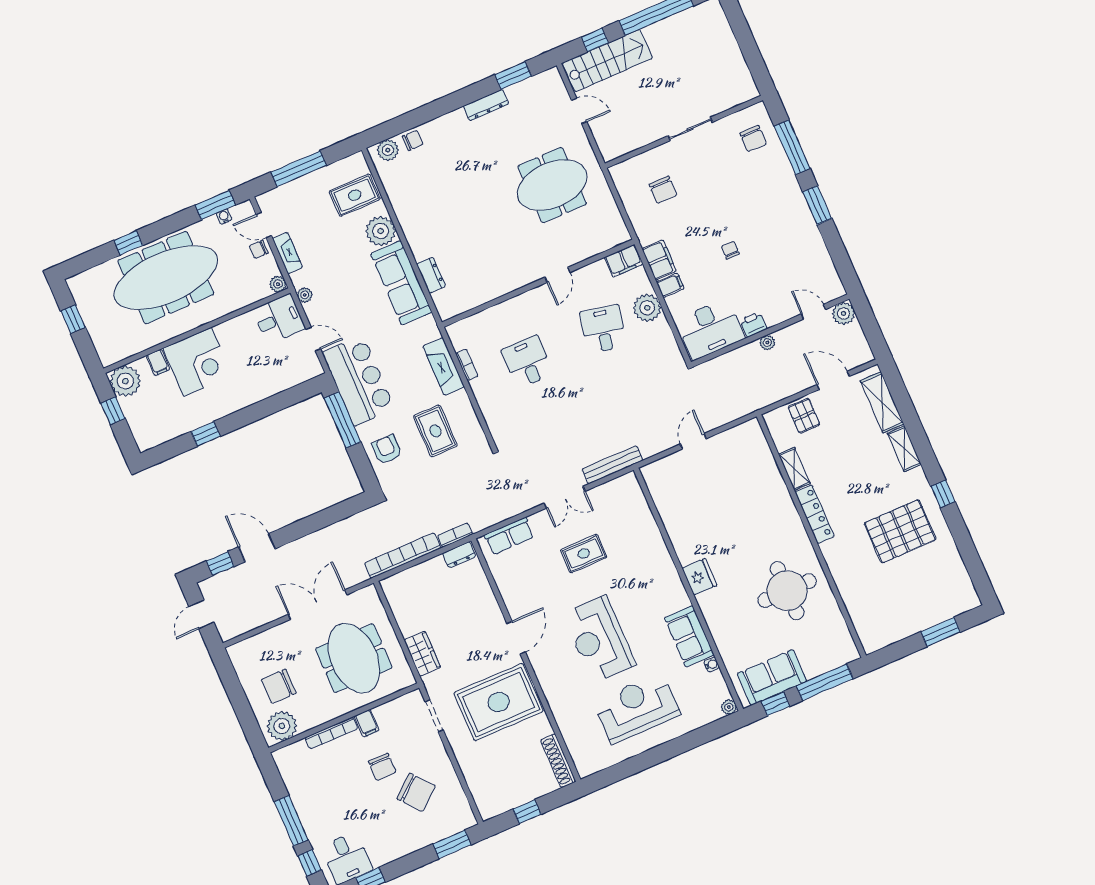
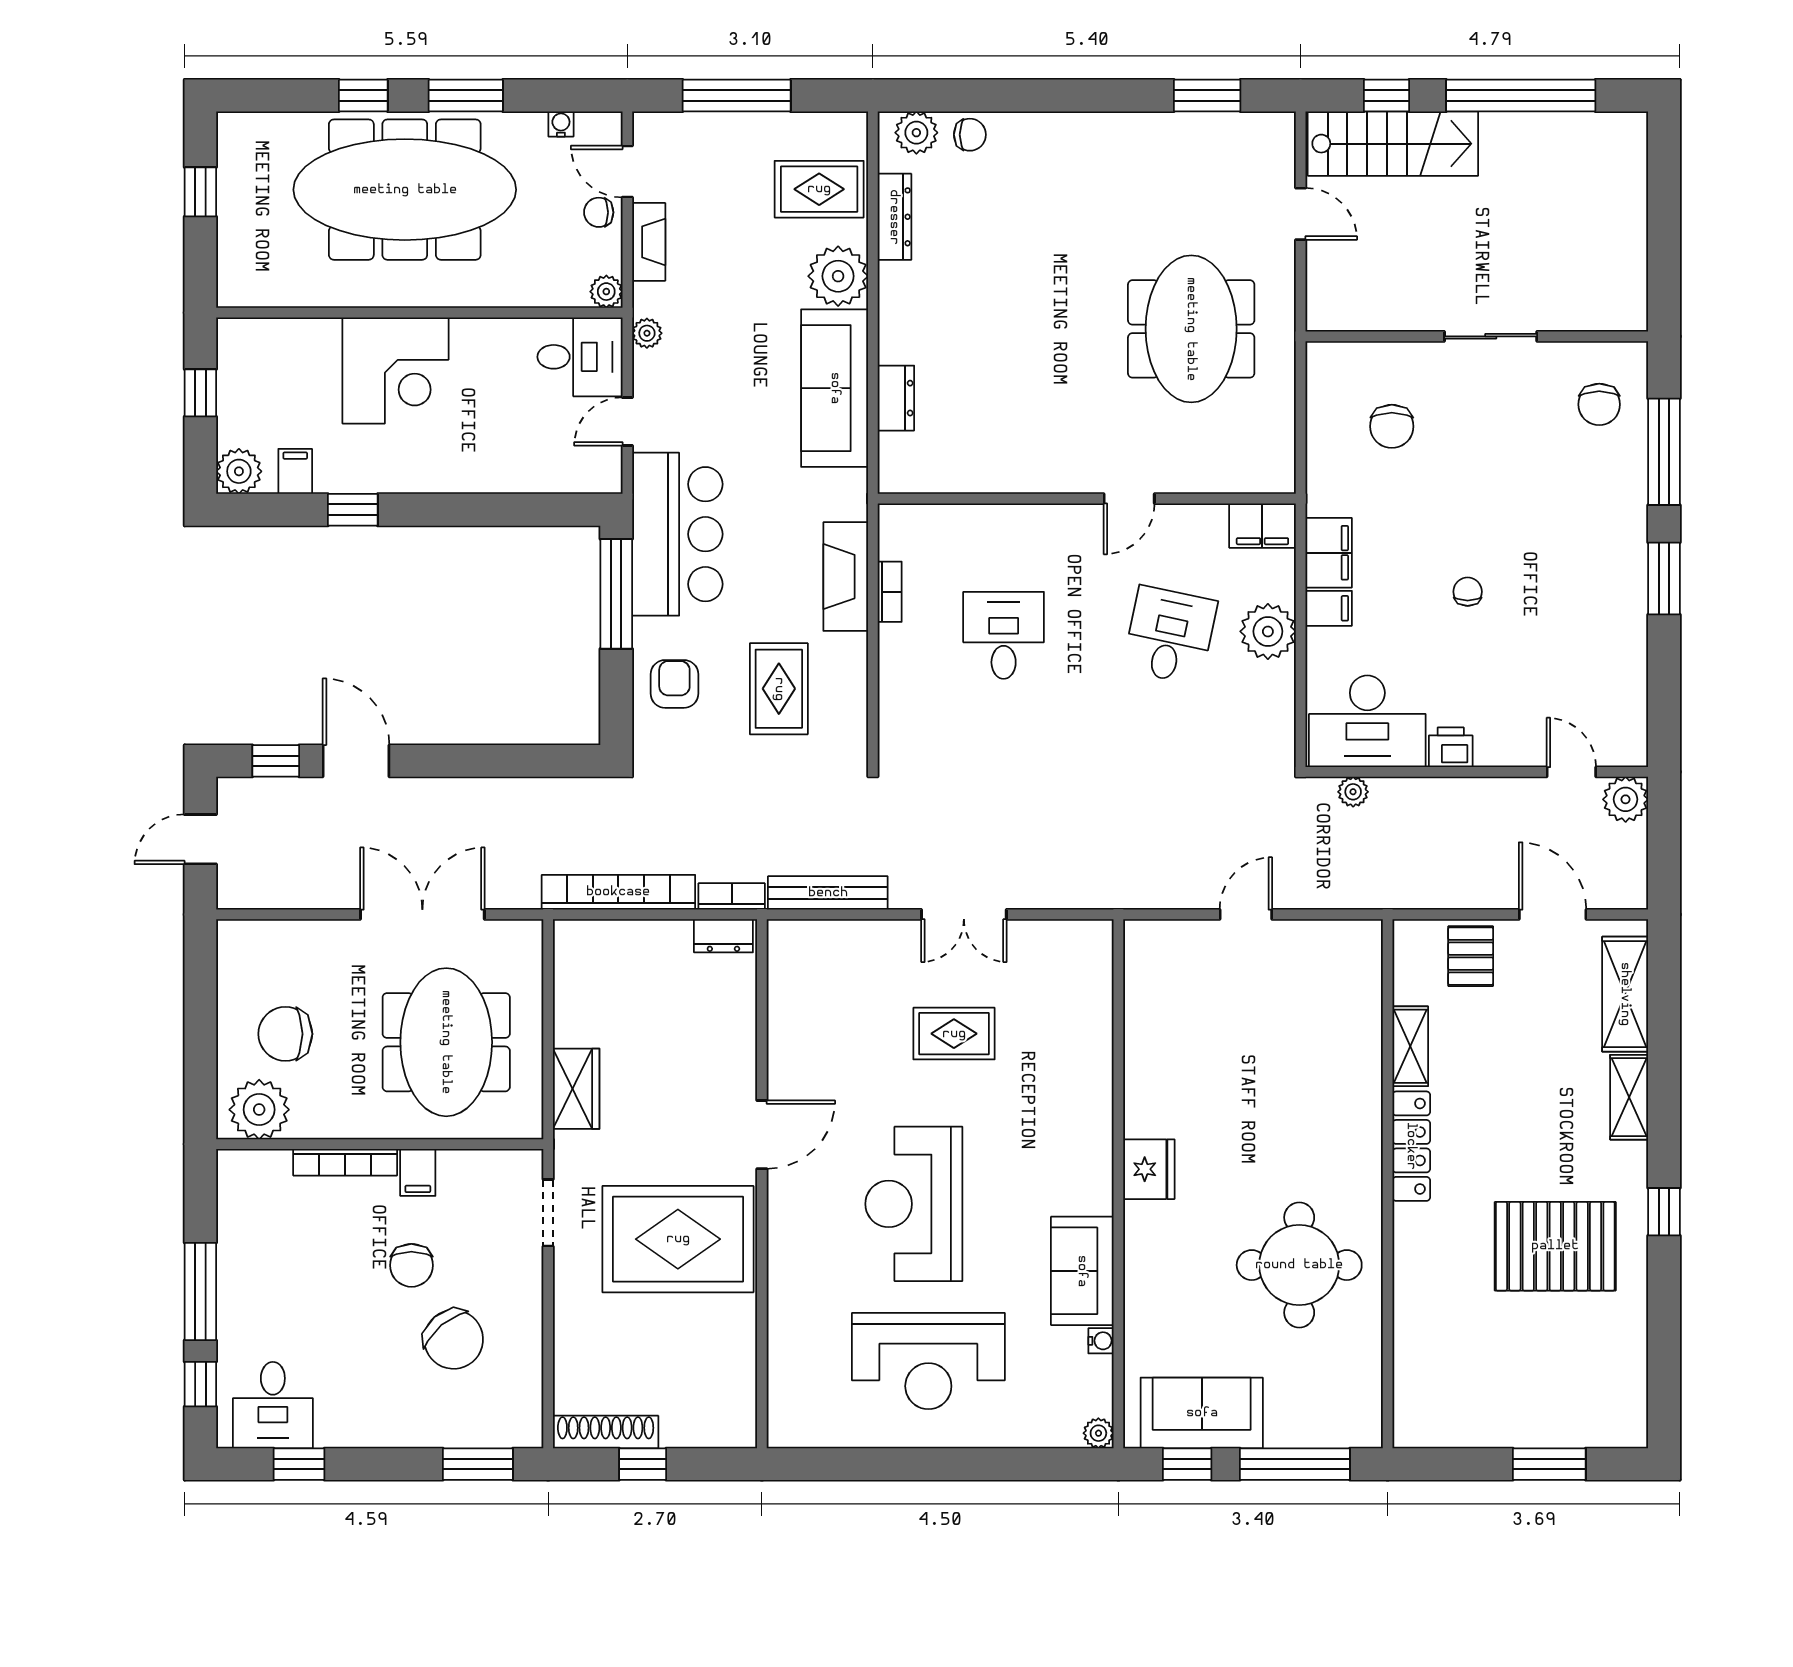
dresser: (486, 105) -> (894, 217), moved, turned -90
meeting table: (552, 185) -> (1191, 329), turned 90
window: (215, 205) -> (466, 96), moved
door: (313, 339) -> (627, 421), swing flipped
plant: (767, 343) -> (1353, 792), moved
filing cabinet: (158, 362) -> (295, 471), moved, turned 180
plant: (125, 381) -> (239, 471), moved, width x0.73, depth x0.73
bench: (612, 465) -> (828, 893), moved
row of seats: (509, 536) -> (831, 941), removed
reception desk: (637, 708) -> (928, 1361), turned 180
shoe rack: (558, 761) -> (606, 1432), moved, turned 90

